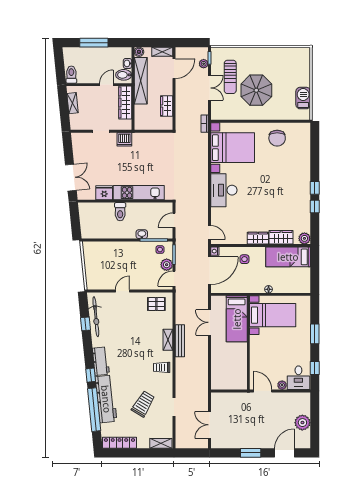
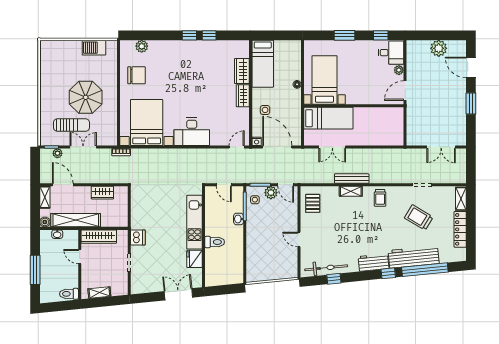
bidet: (124, 75) -> (69, 238), removed
plant: (304, 238) -> (142, 46), moved
locker: (119, 443) -> (460, 229), moved

